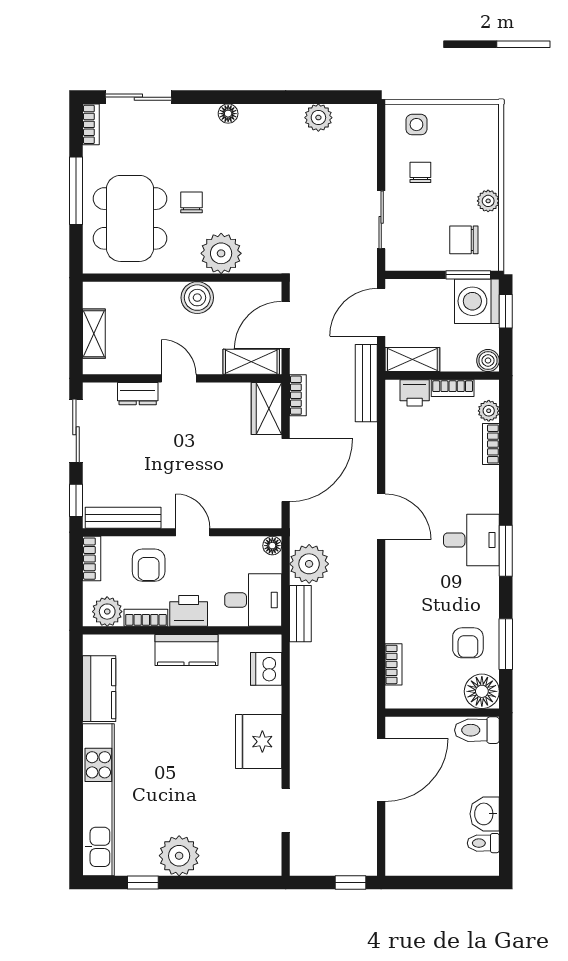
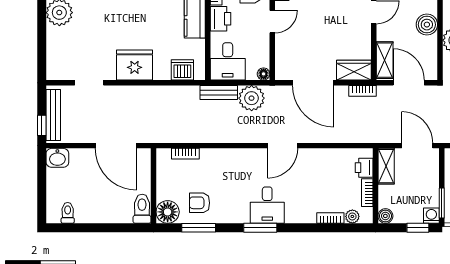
washing machine: (477, 301) -> (431, 216), width x0.53, depth x0.53
bench: (366, 383) -> (53, 115), moved, turned 90
washbasin: (485, 814) -> (57, 158), moved, turned 180

